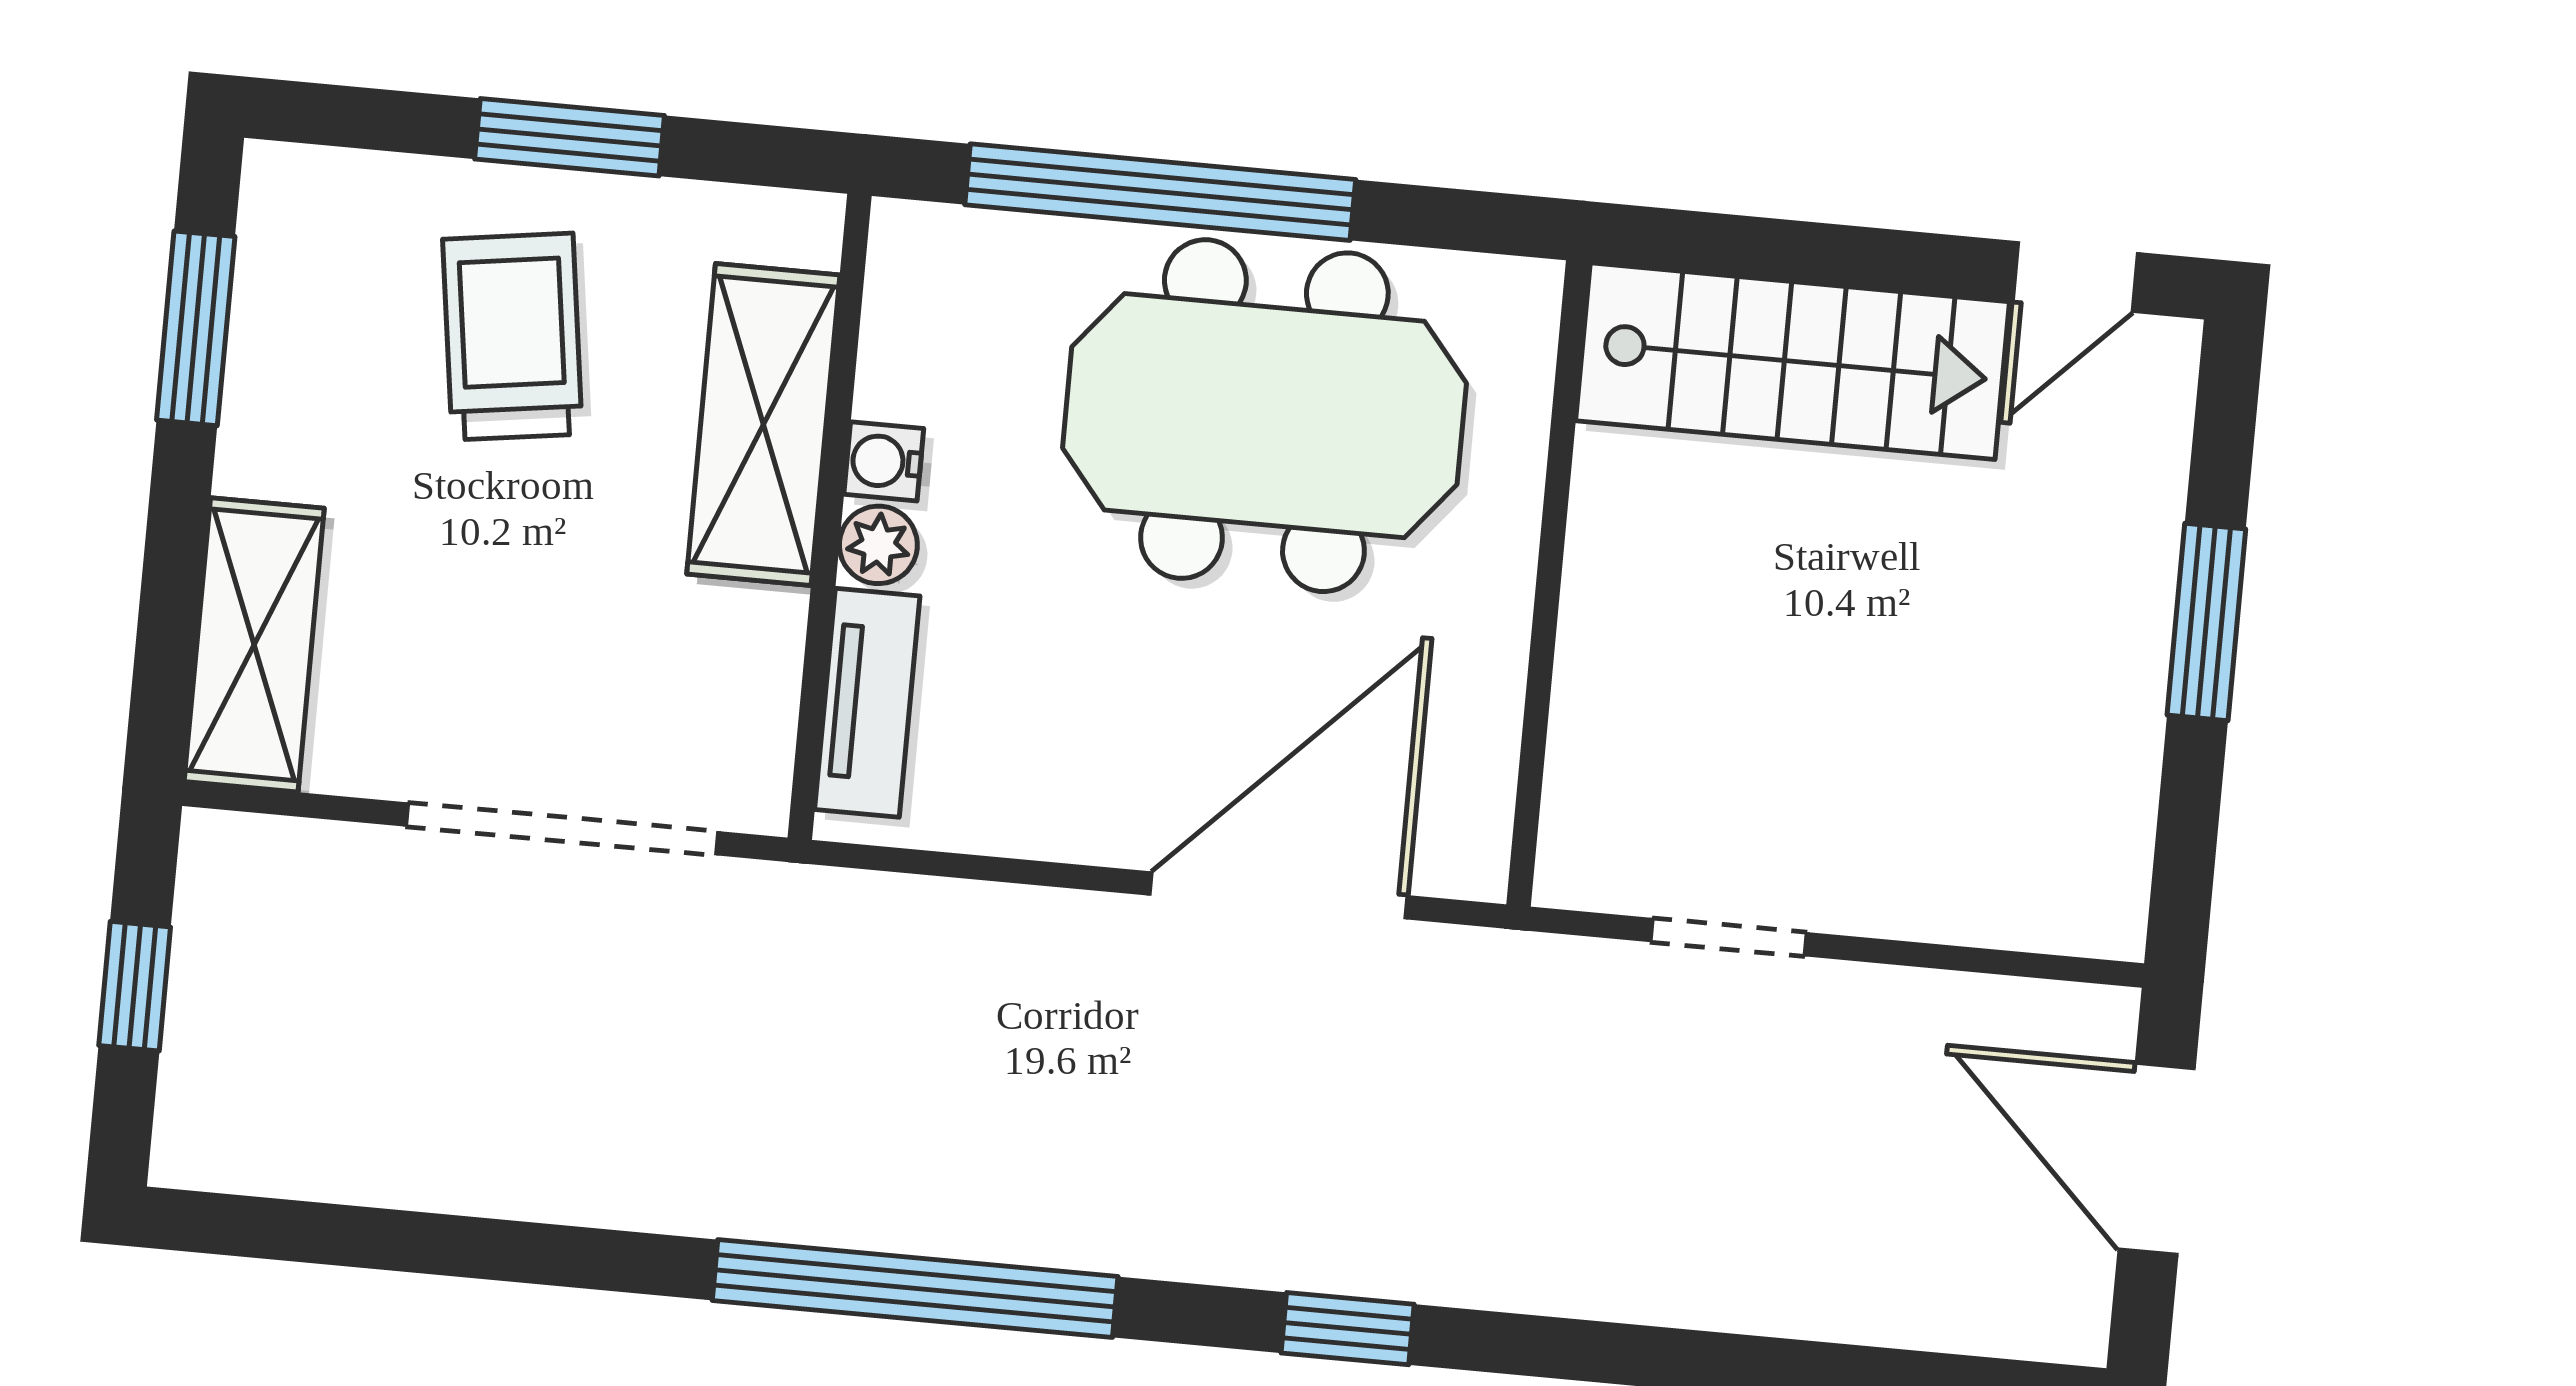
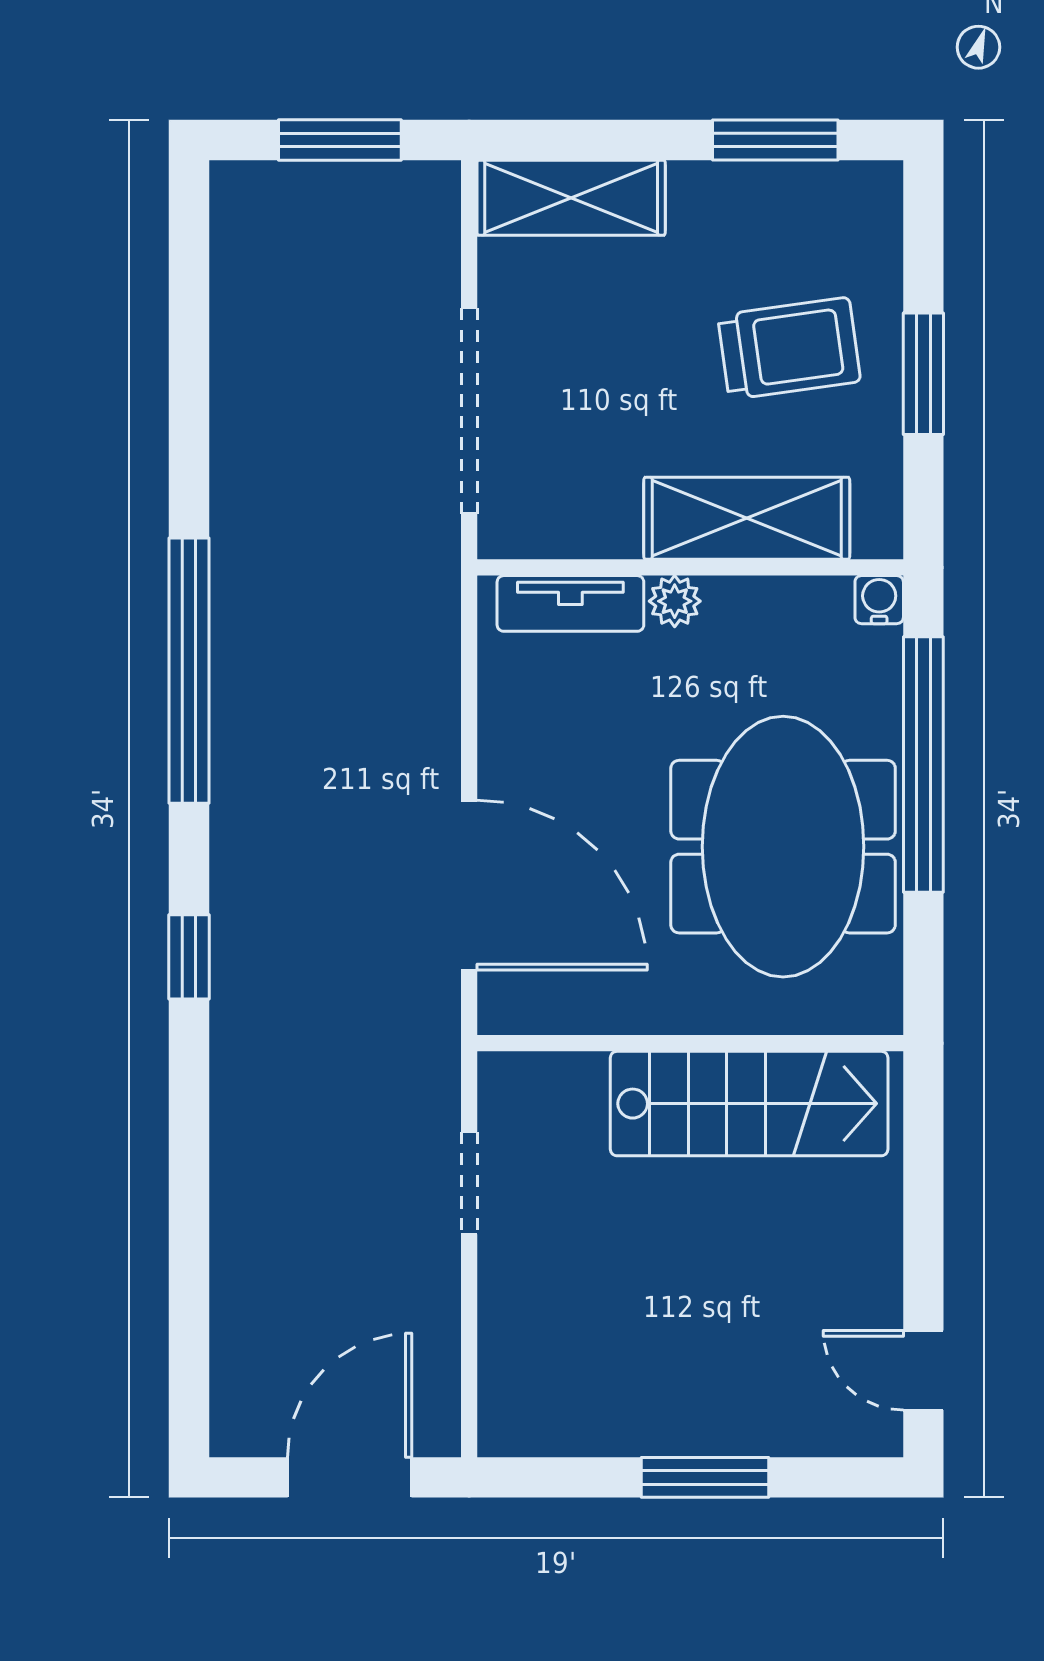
stairs: (1793, 361) -> (749, 1104), moved, turned -90
water cooler: (884, 461) -> (879, 600), moved
window: (135, 986) -> (340, 140), width x1.50

